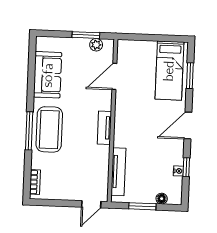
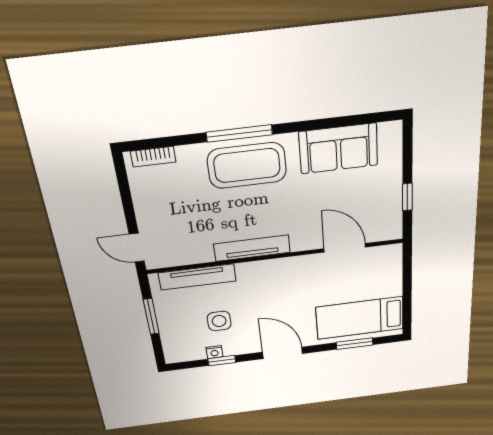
window: (86, 35) -> (407, 197), width x0.67
plant: (96, 45) -> (393, 214), removed
tv unit: (104, 128) -> (252, 248), width x1.41
side table: (154, 164) -> (219, 321), added
floor lamp: (162, 199) -> (169, 339), removed

